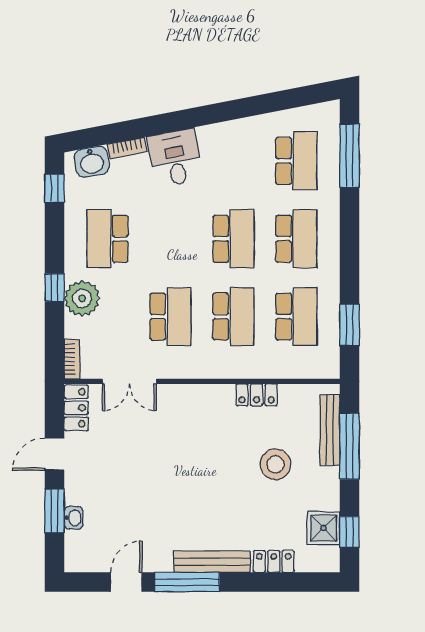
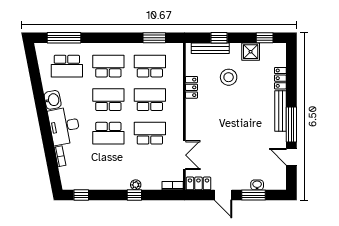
desk: (175, 158) -> (64, 126), width x1.37
school desk: (296, 161) -> (67, 66), turned 180
washbasin: (92, 162) -> (53, 100), moved
school desk: (108, 239) -> (108, 133), moved
plant: (82, 298) -> (136, 185), width x0.53, depth x0.53
window: (349, 446) -> (219, 38), width x0.46
shower: (323, 528) -> (251, 52), moved

